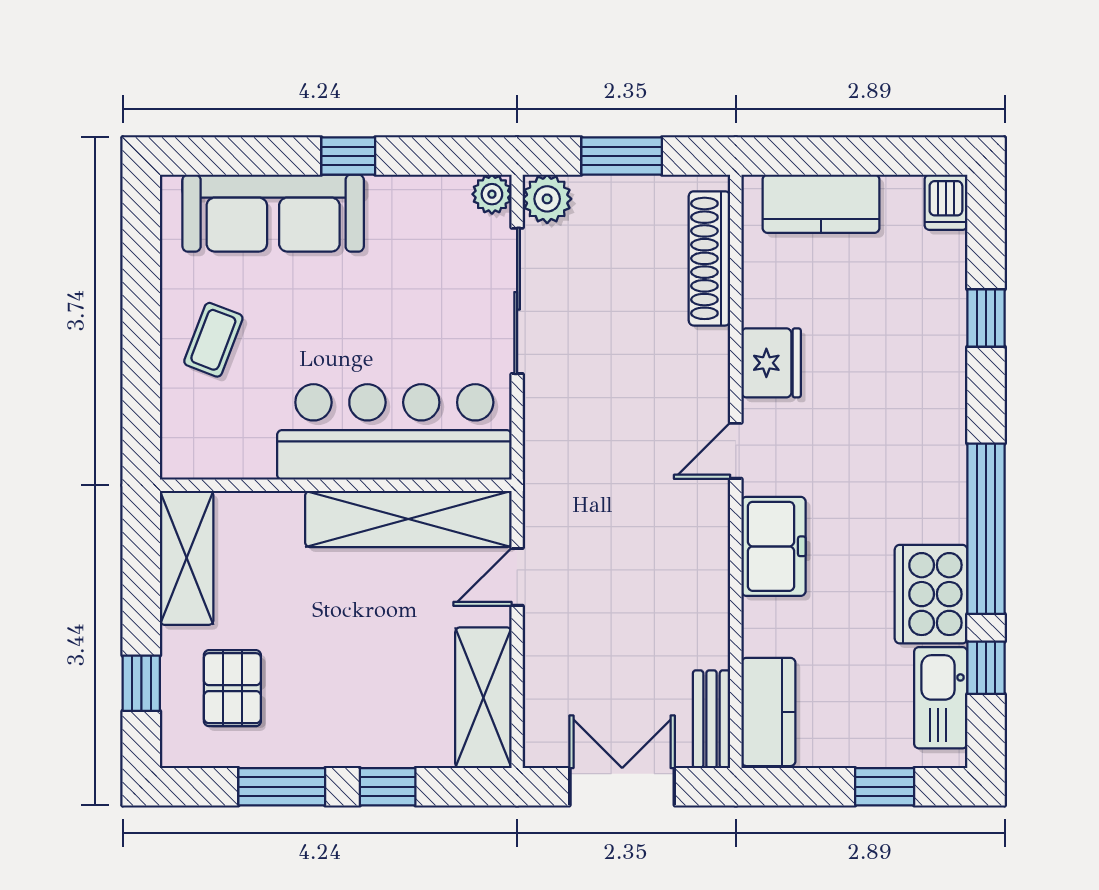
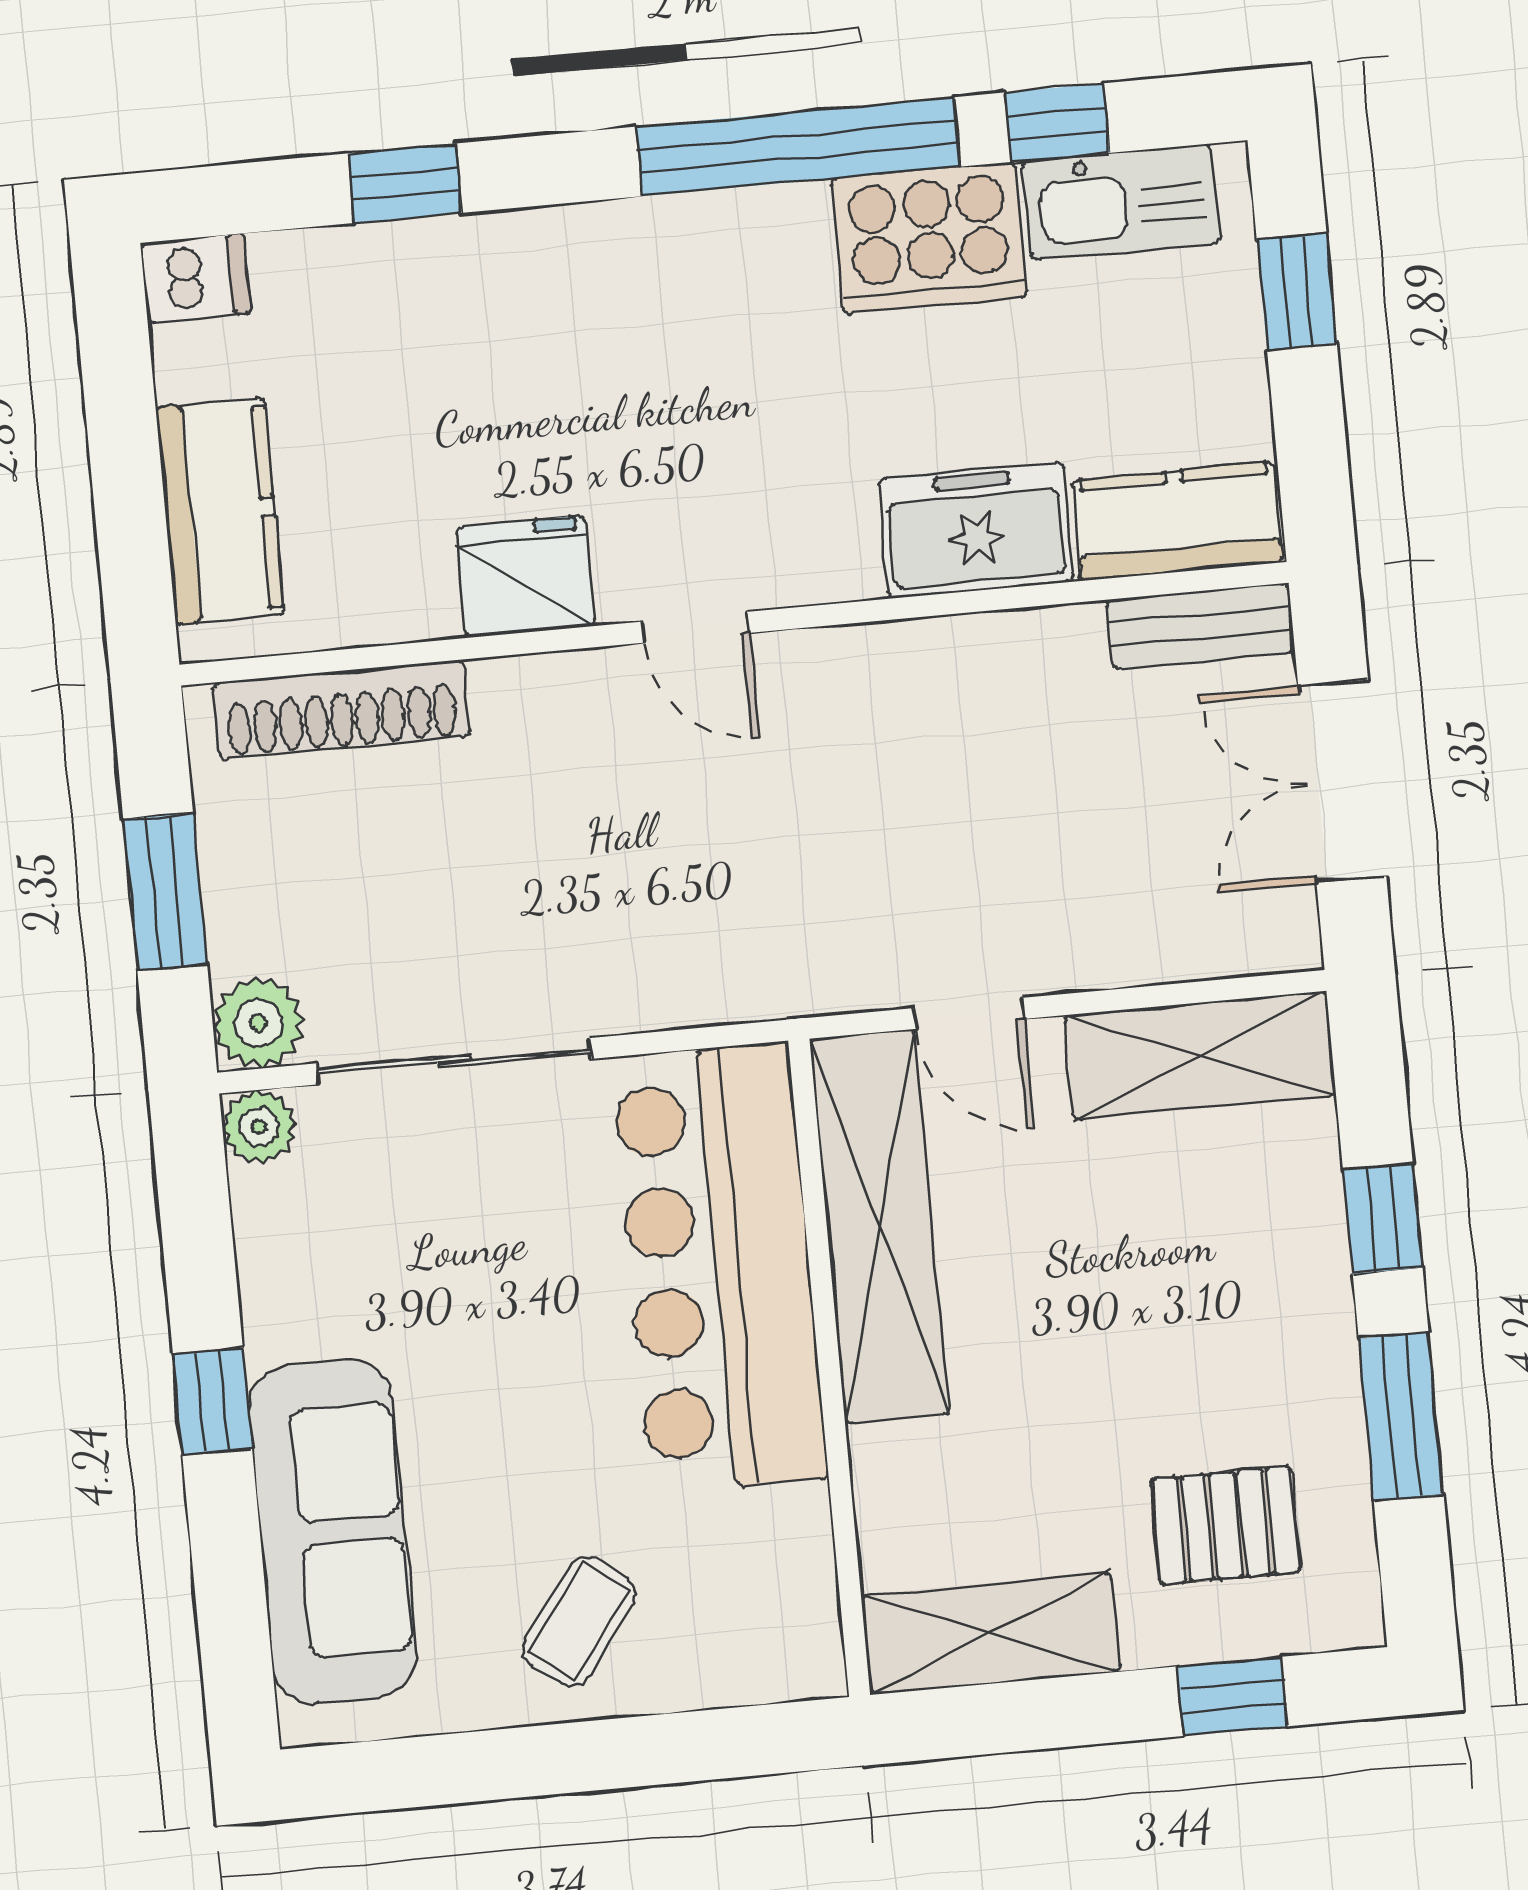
coffee table: (213, 340) -> (579, 1621), turned -74
freezer: (774, 546) -> (976, 530), moved

